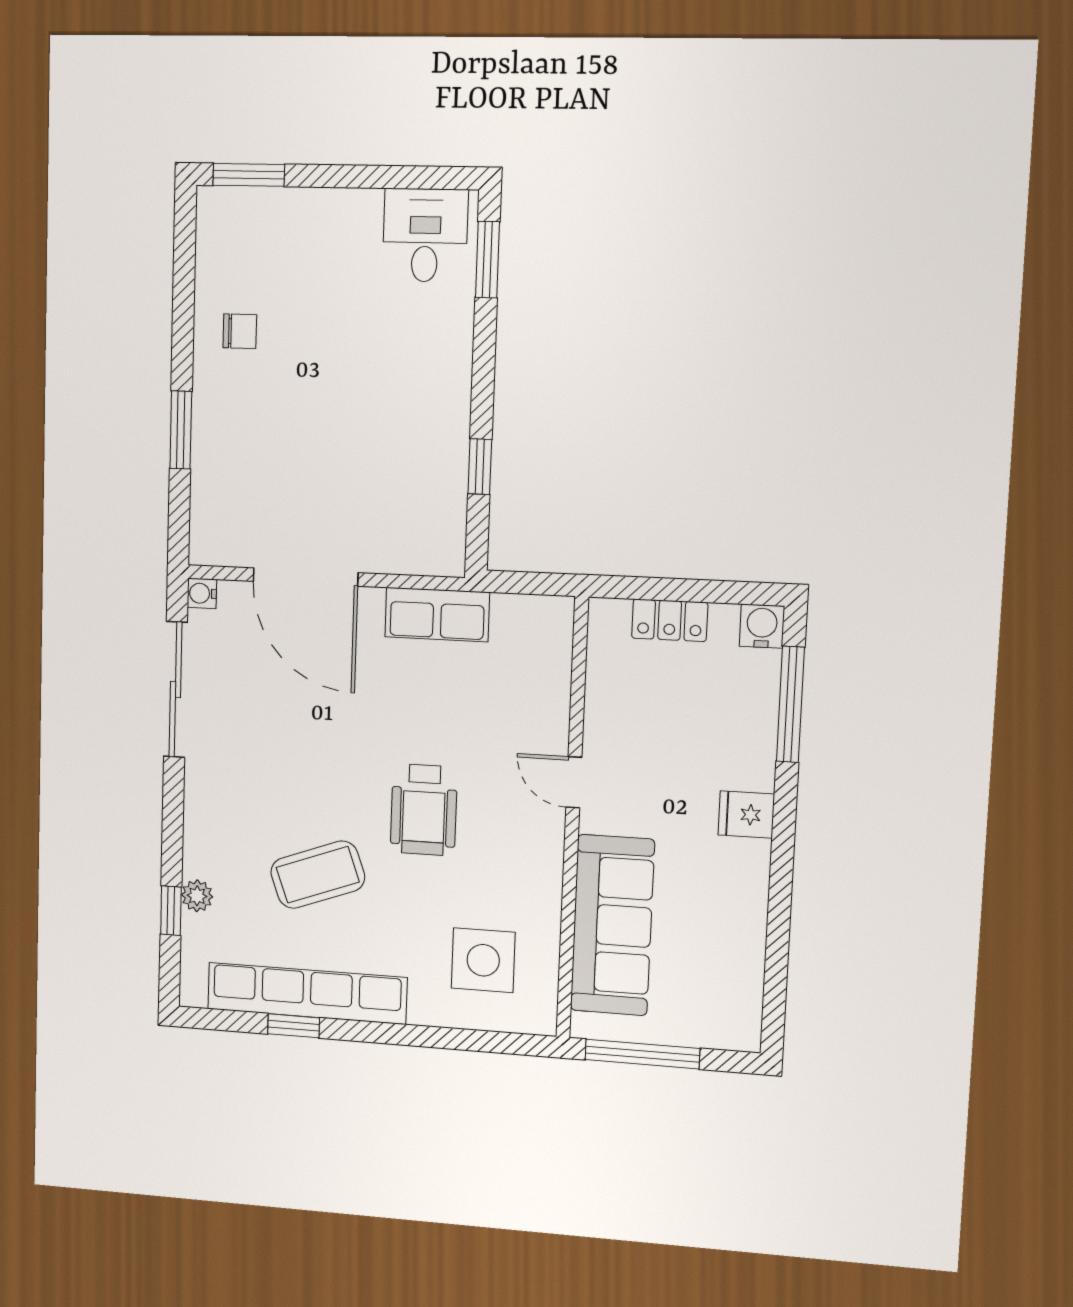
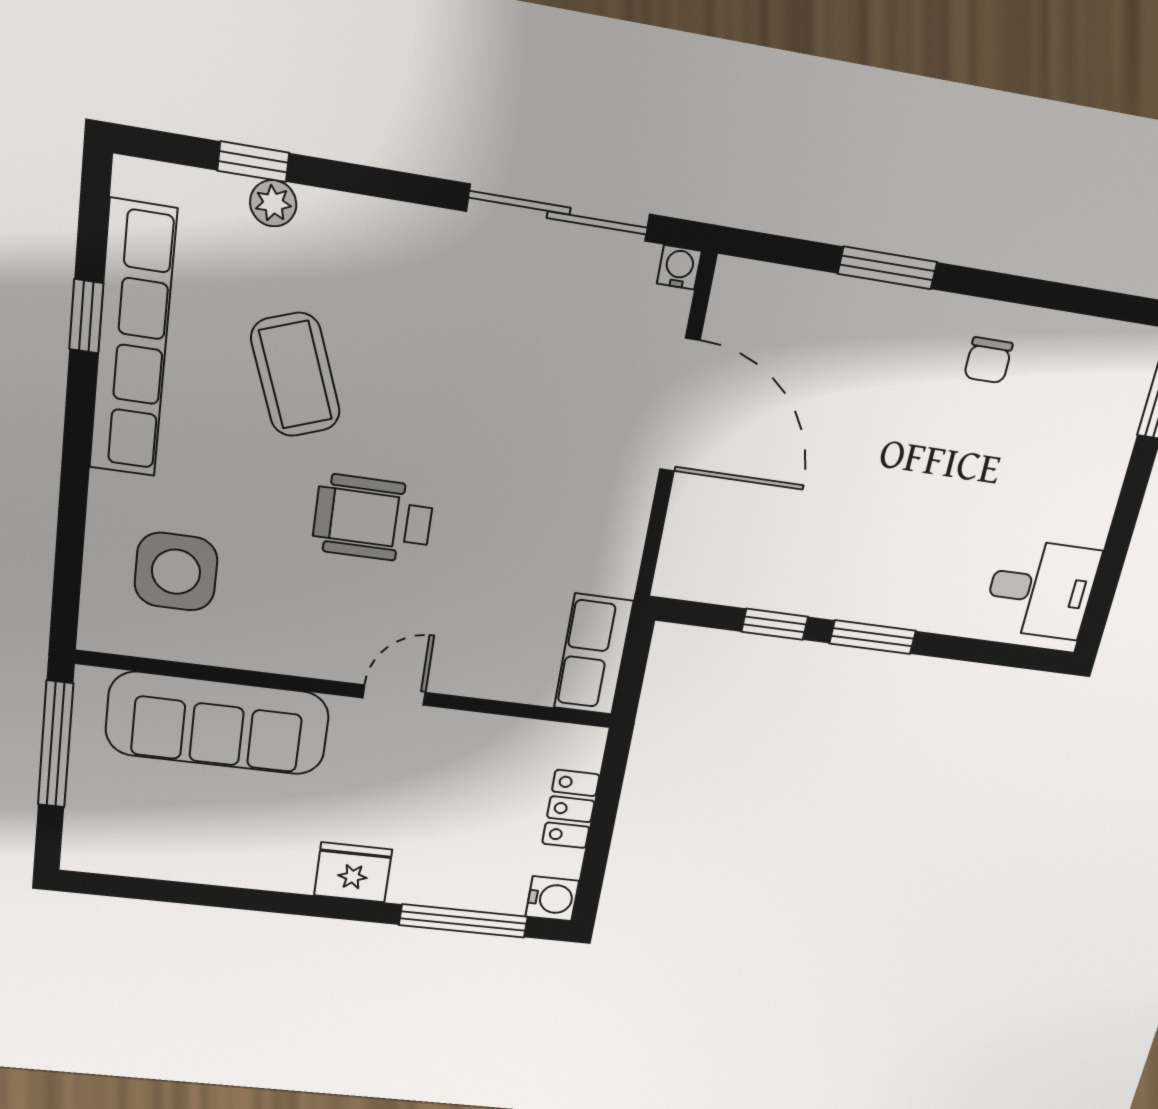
window: (487, 260) -> (873, 637), moved
door: (305, 577) -> (680, 405), swing flipped
row of seats: (437, 615) -> (594, 655), moved
fridge: (746, 815) -> (353, 872), width x1.38

